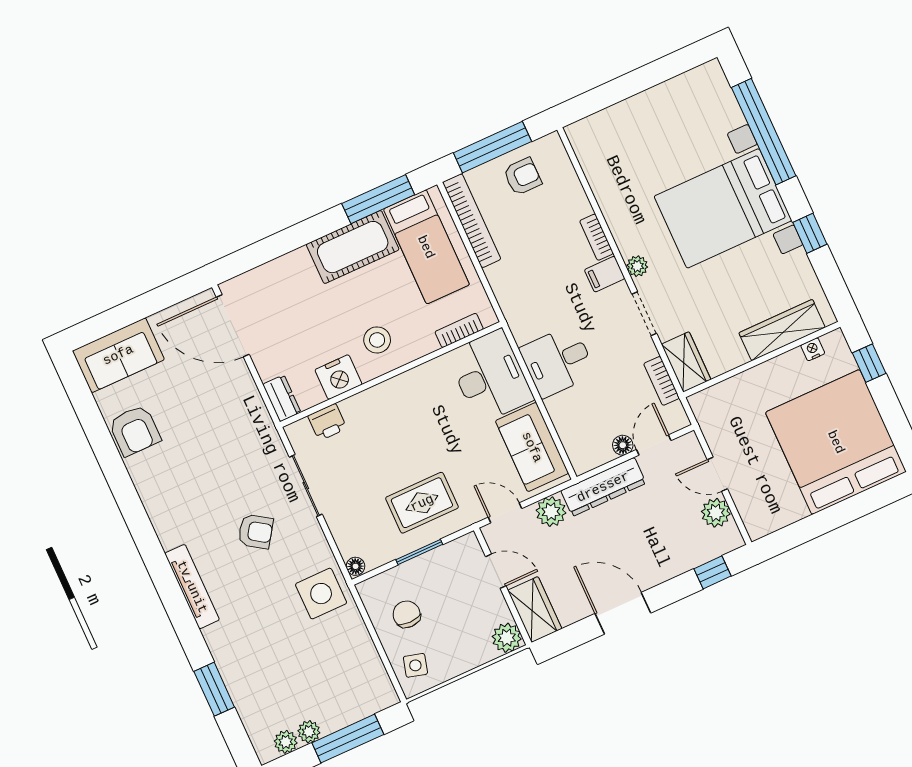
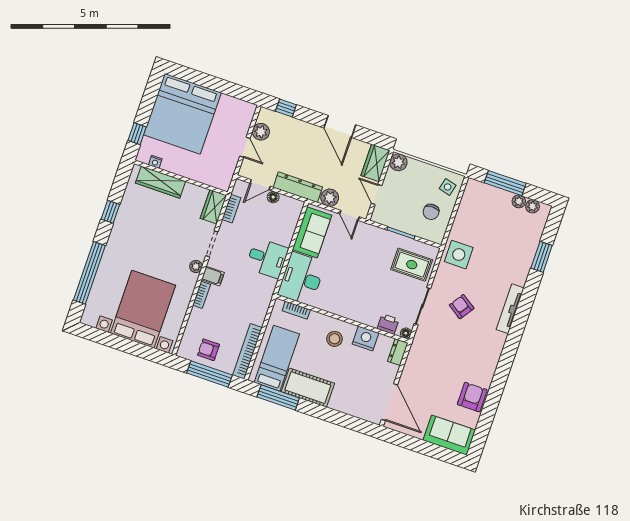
bed with nightstands: (723, 208) -> (143, 309), moved, turned -90
rug: (422, 503) -> (412, 265), moved
floor lamp: (356, 566) -> (406, 333), moved

